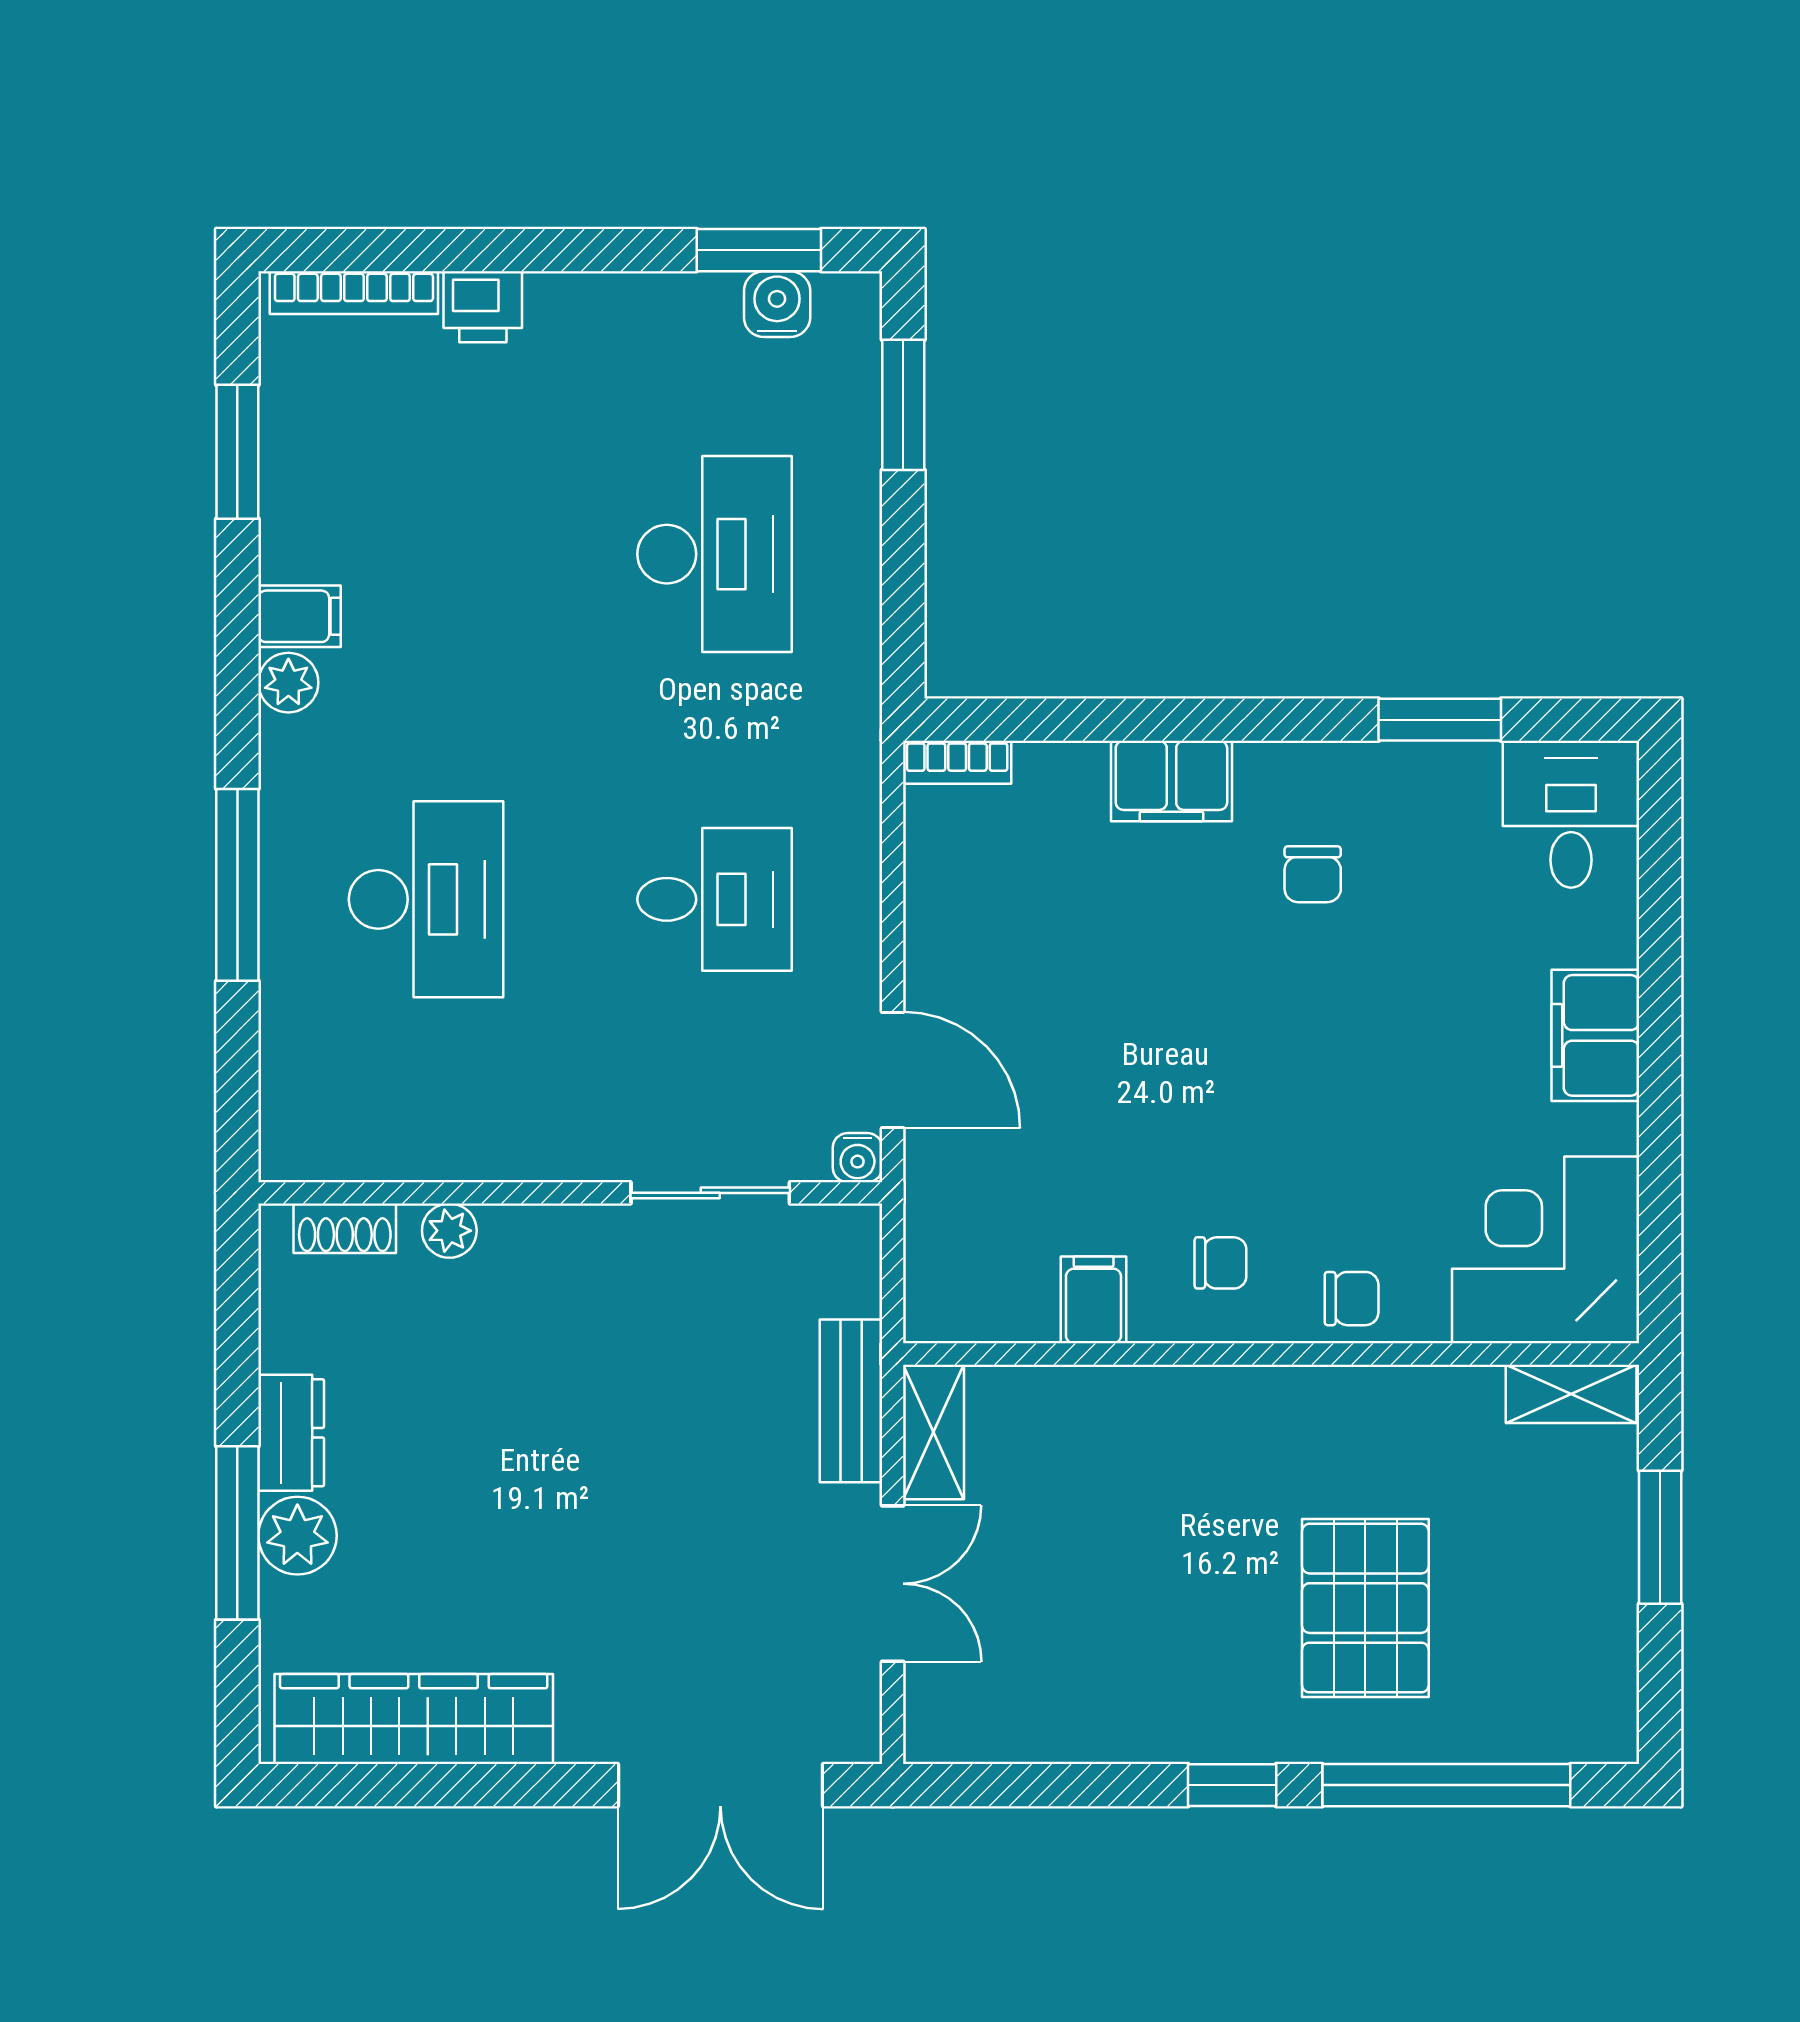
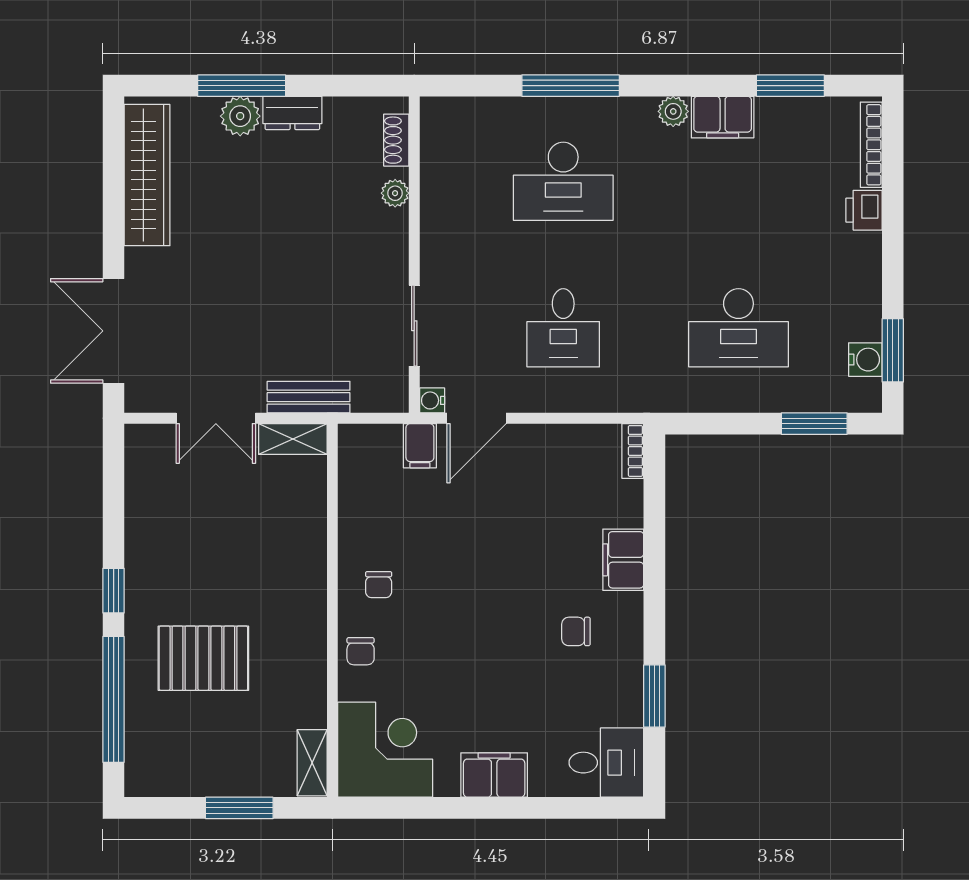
filing cabinet: (299, 616) -> (723, 117), width x2.00
filing cabinet: (1094, 1300) -> (420, 446), moved, turned 90

